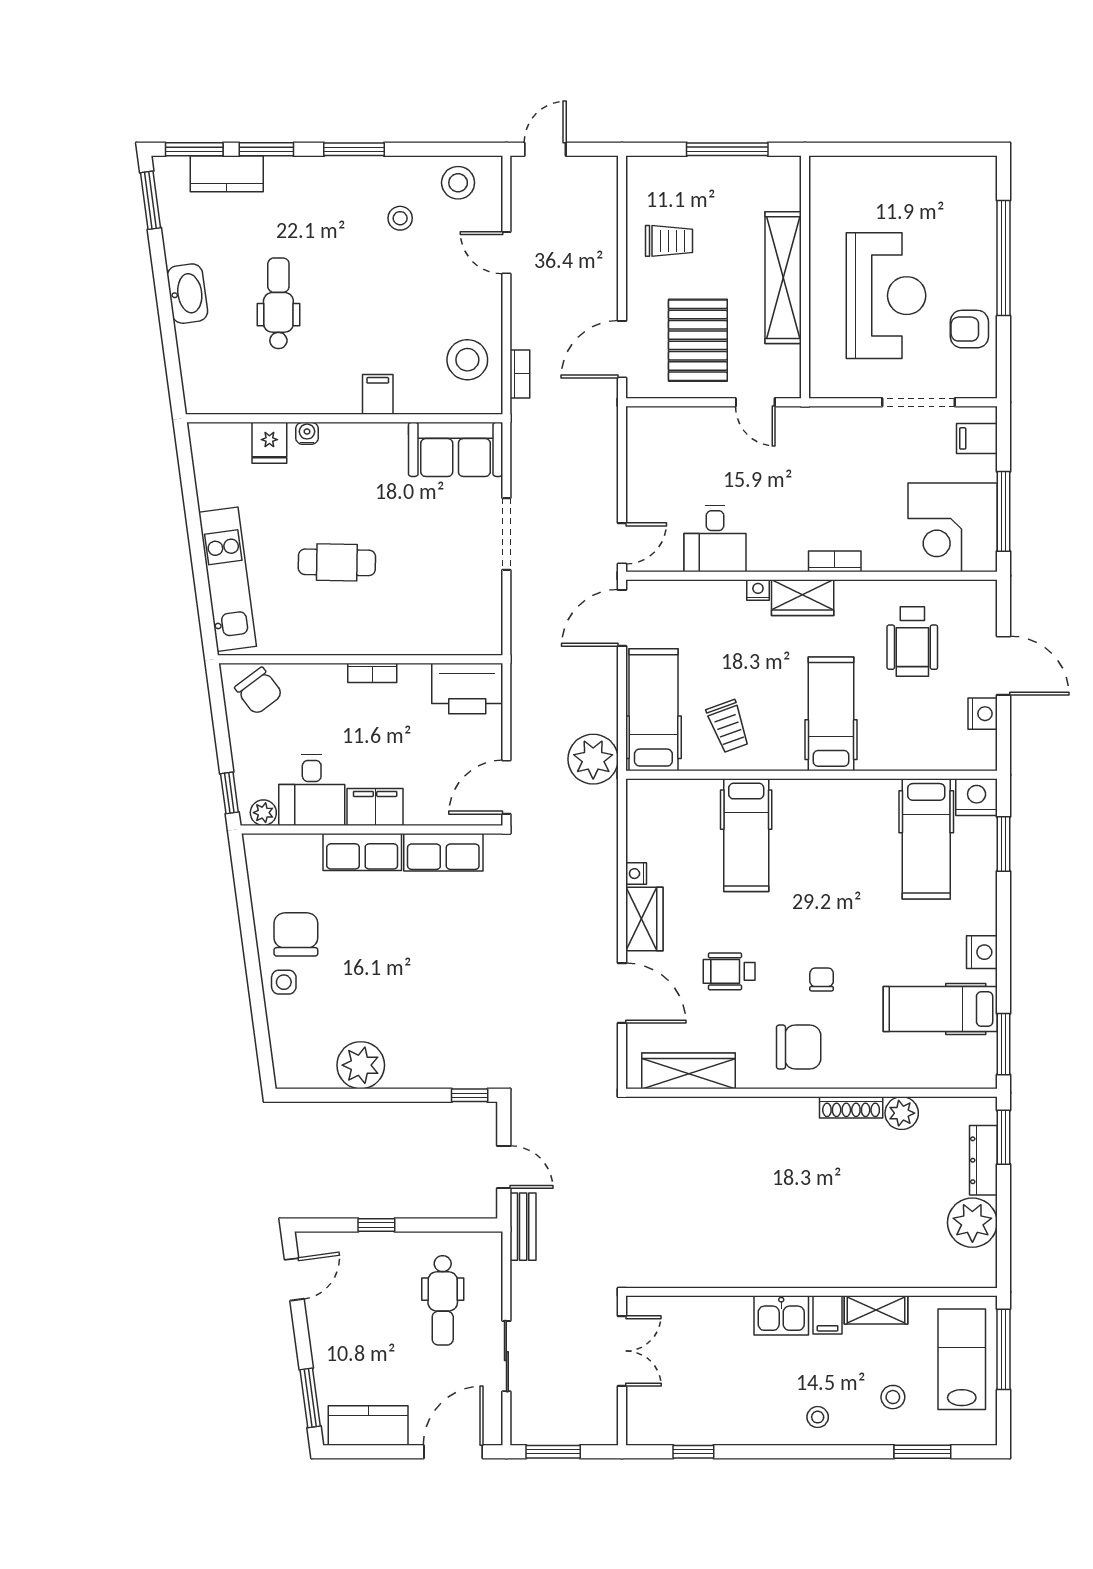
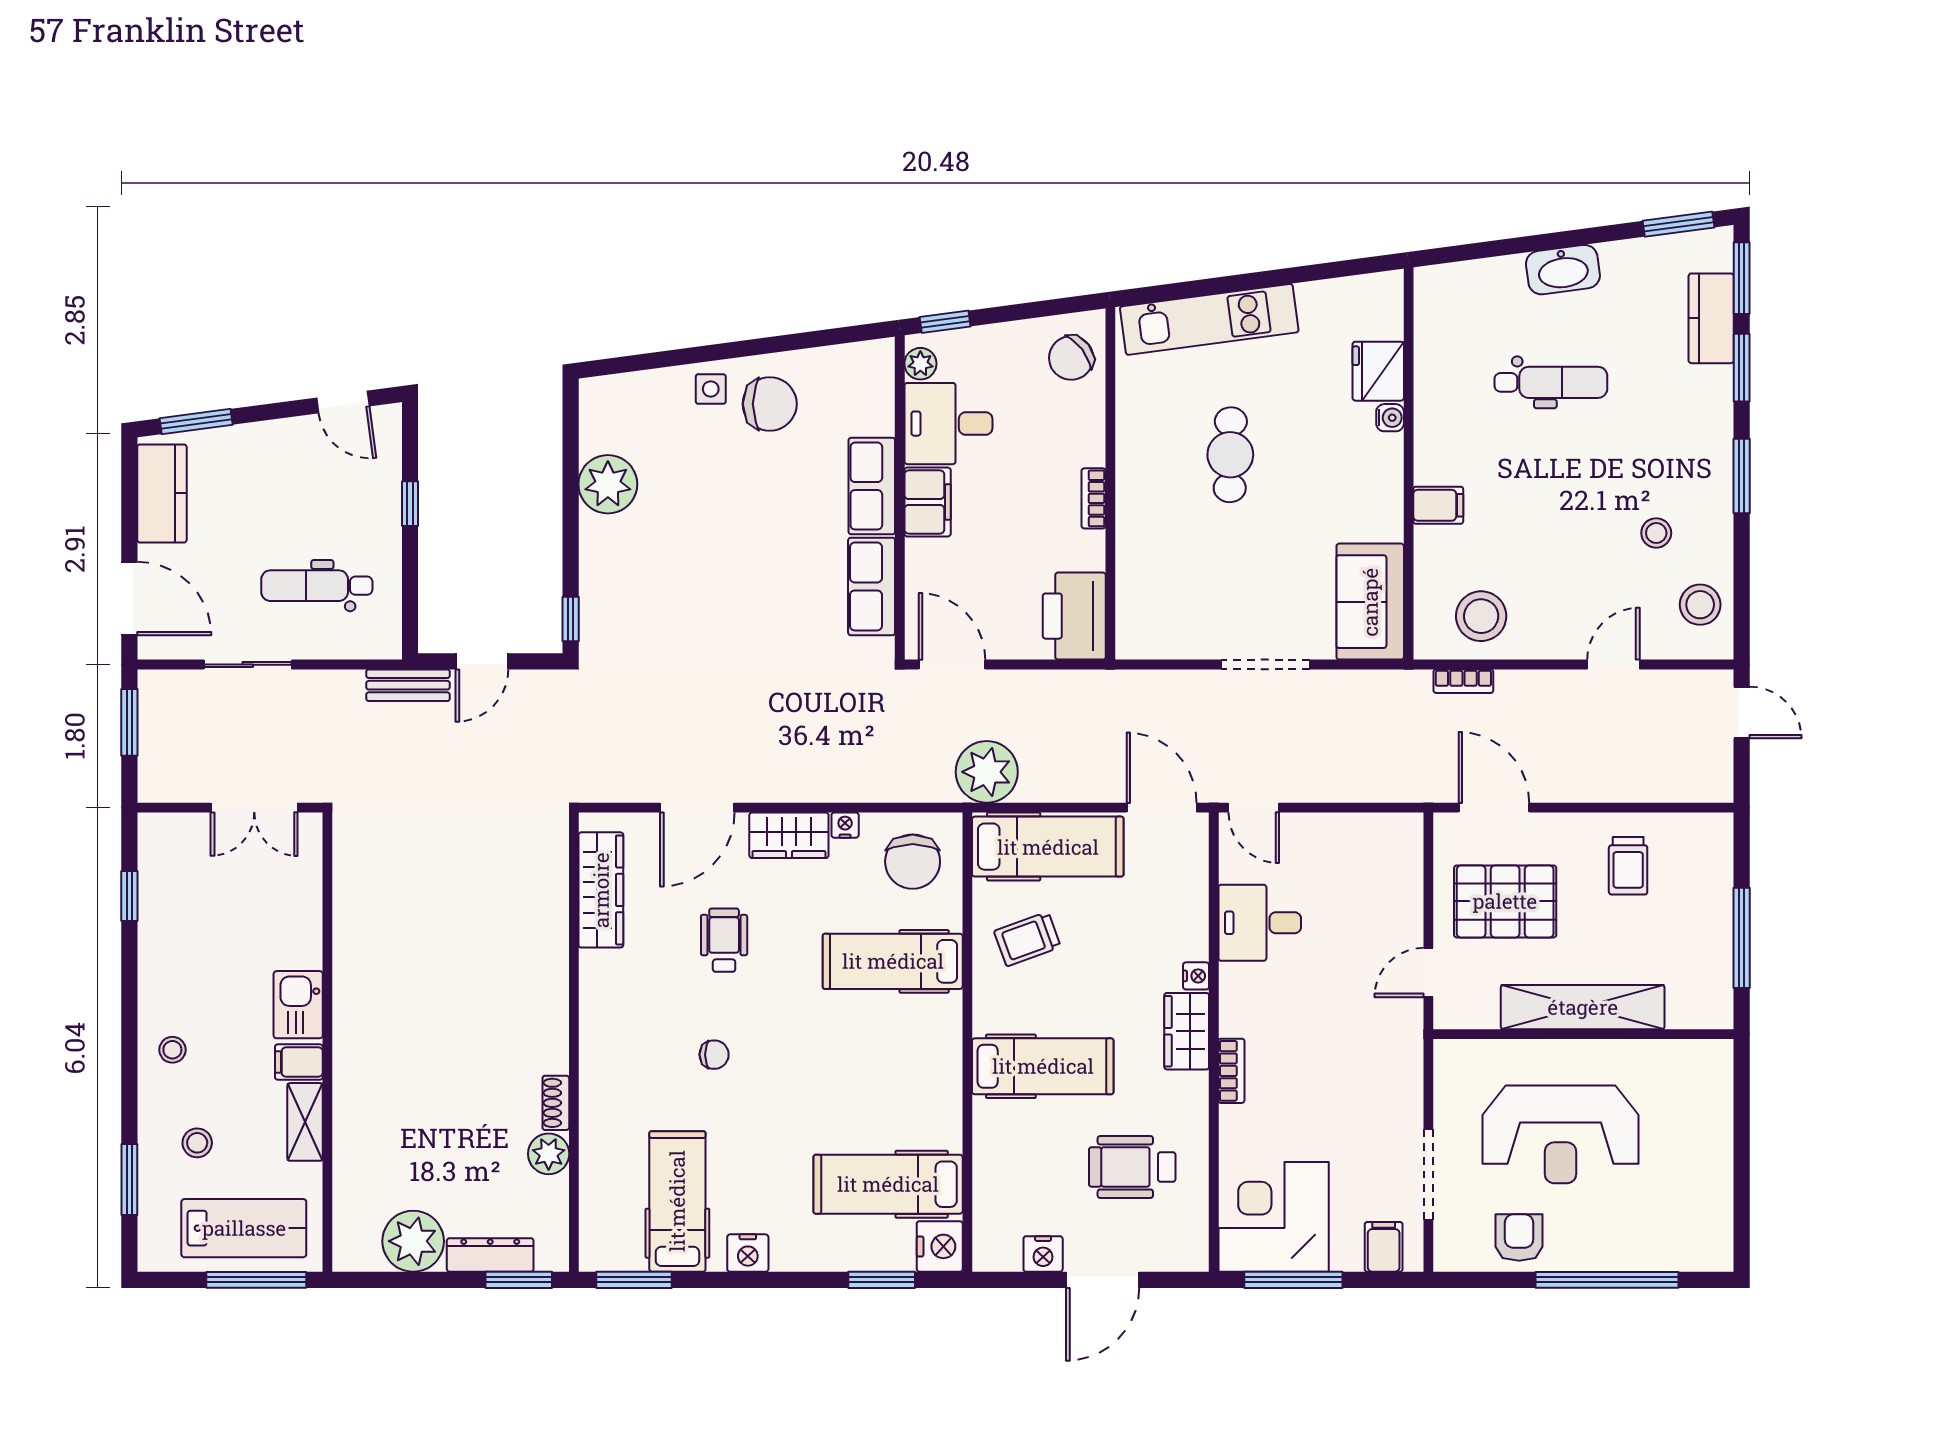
fridge: (269, 443) -> (1378, 371), width x1.38
chair: (799, 1047) -> (913, 862), moved
shoe rack: (851, 1107) -> (556, 1103), width x0.70

